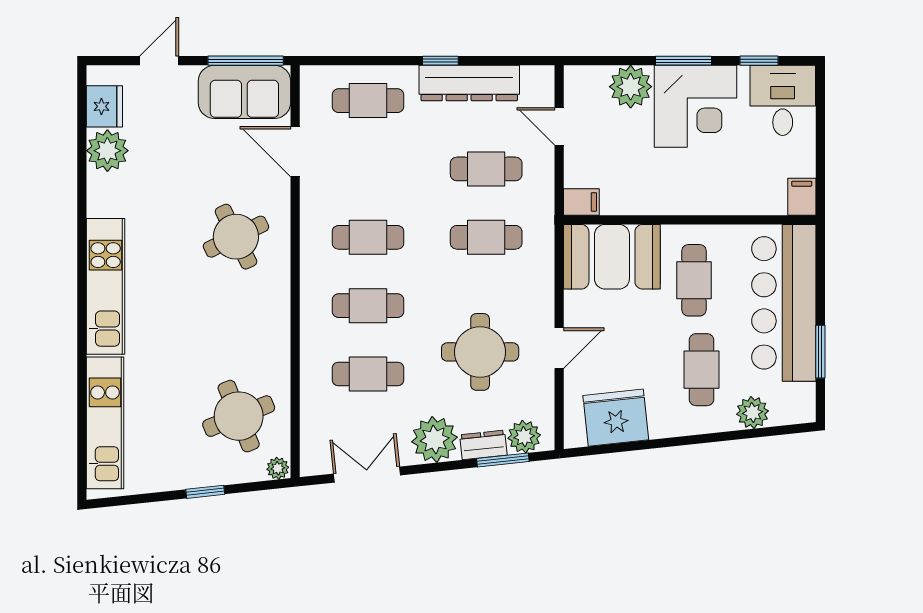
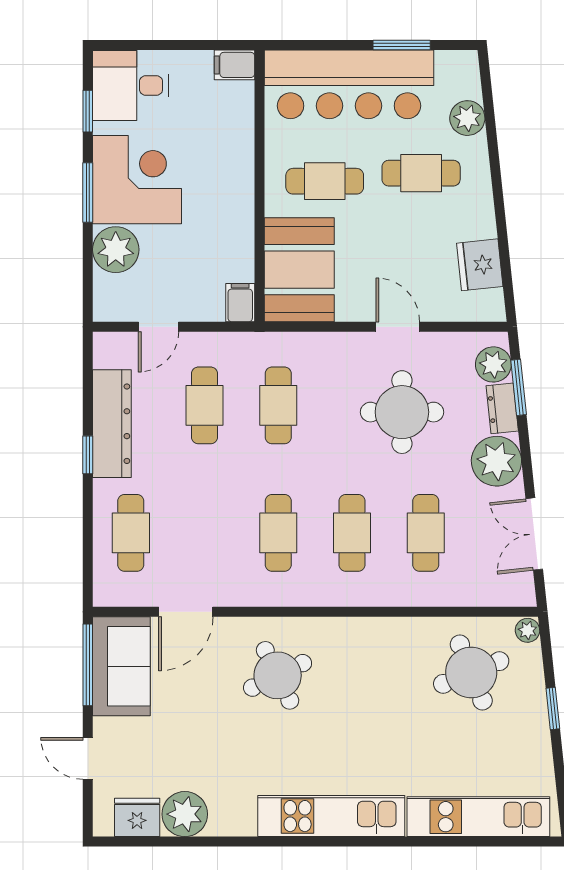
fridge: (616, 418) -> (480, 265), width x0.73, depth x0.75

